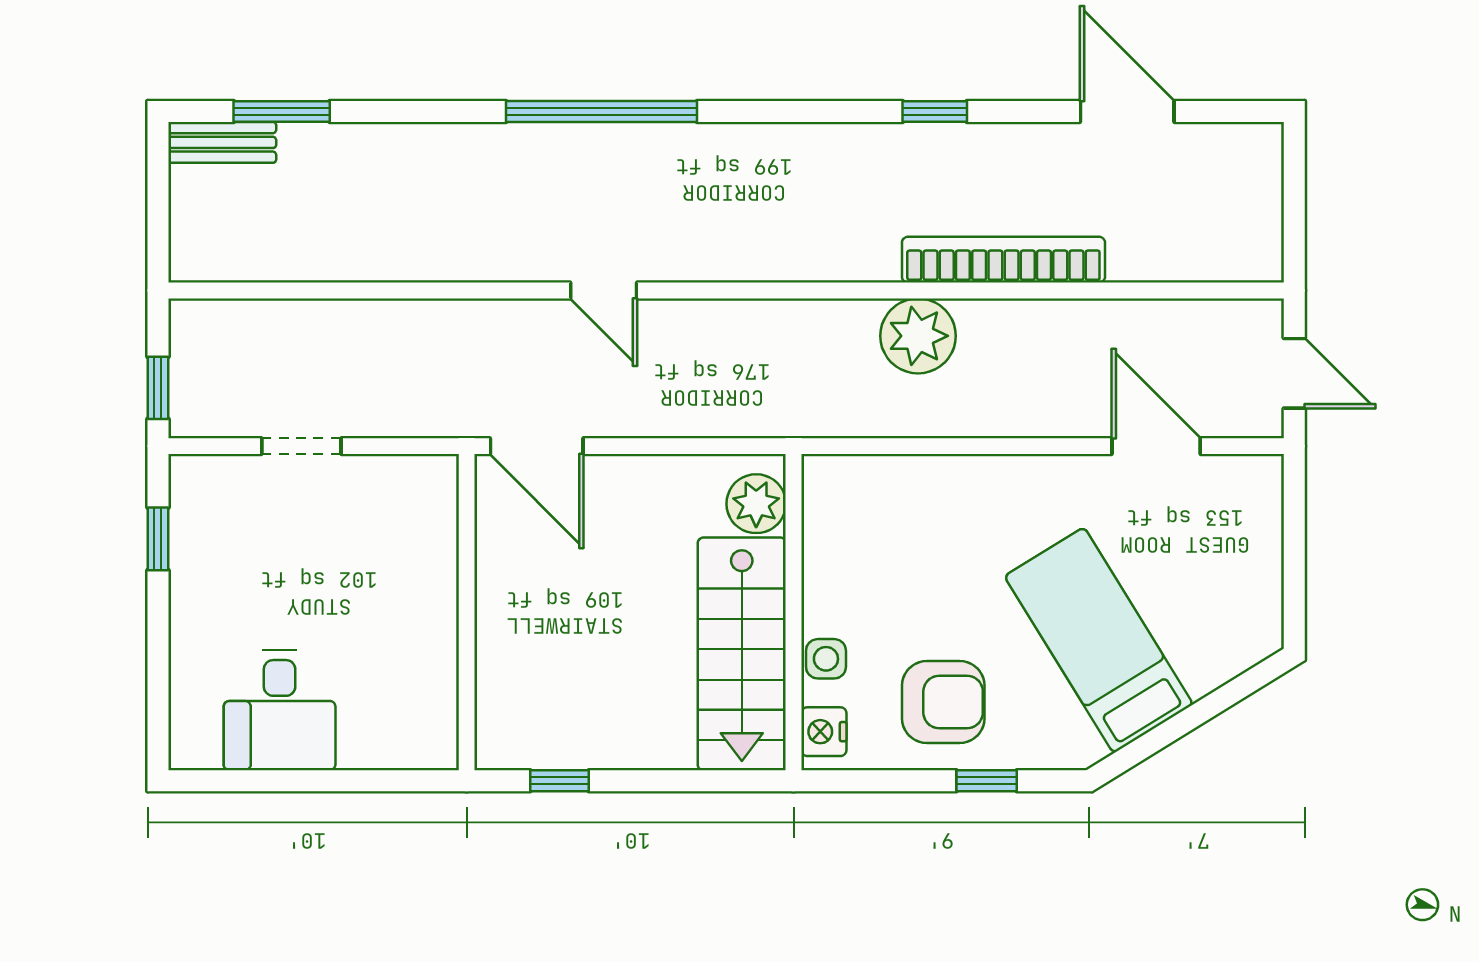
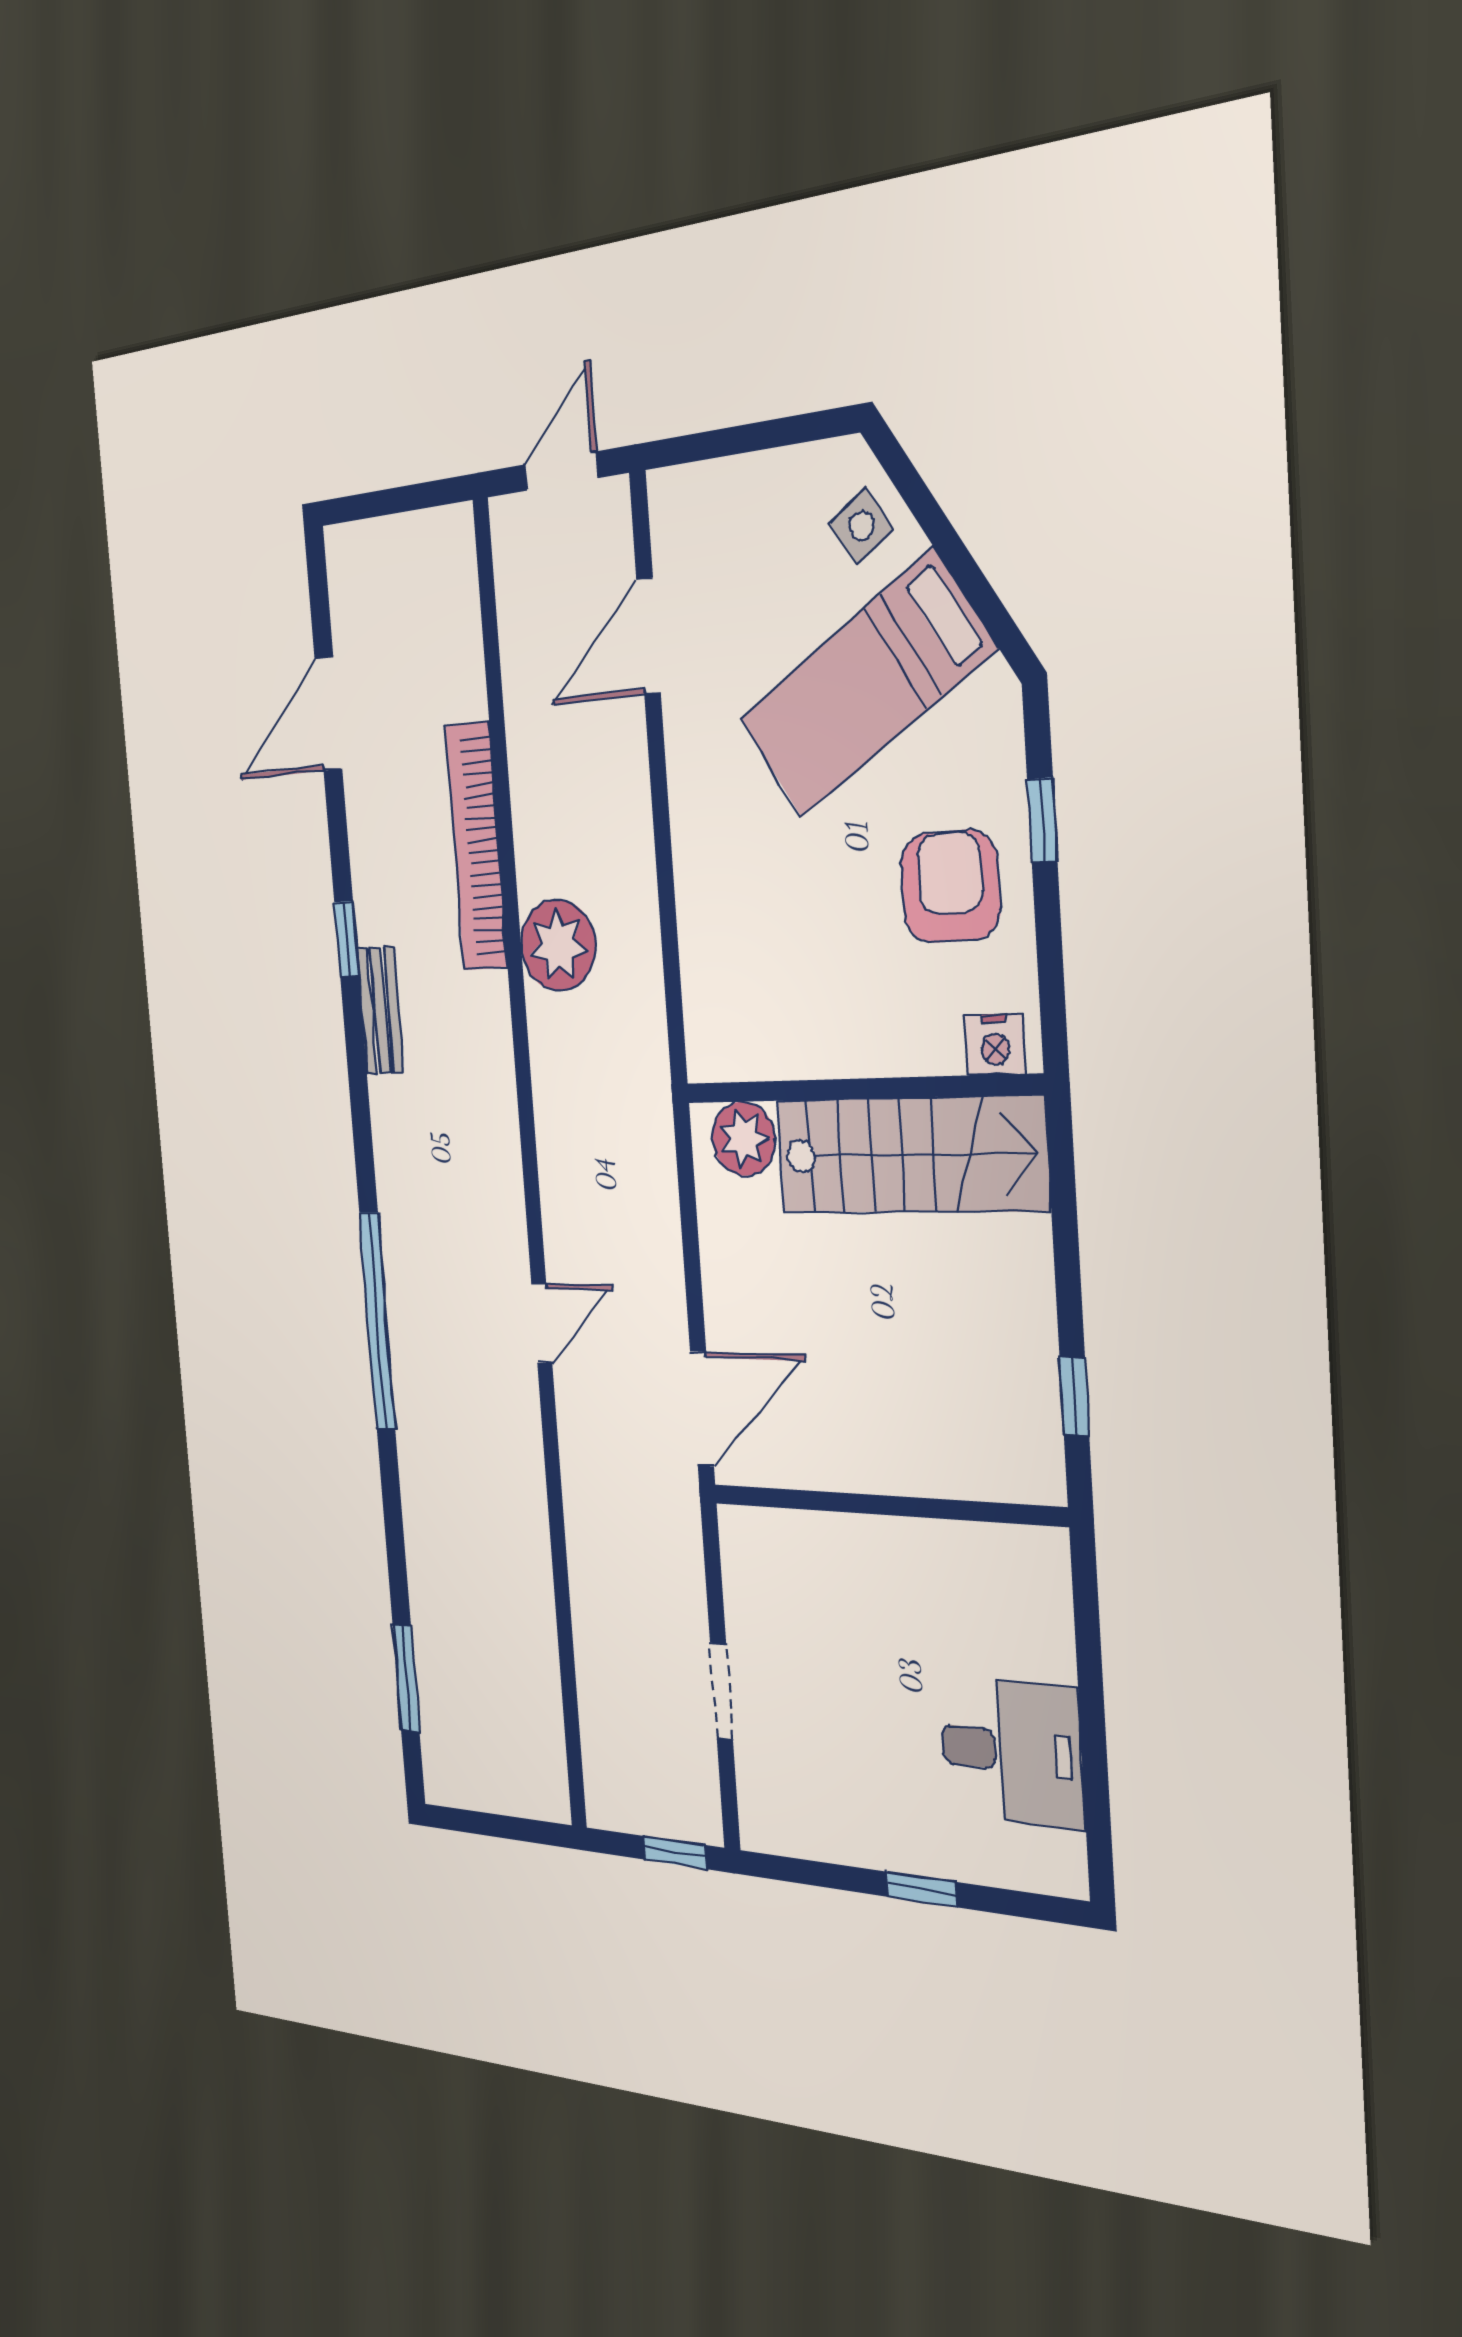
bench: (222, 142) -> (380, 1010), moved
window: (158, 539) -> (922, 1889), moved
side table: (826, 659) -> (861, 526), moved, turned -34

